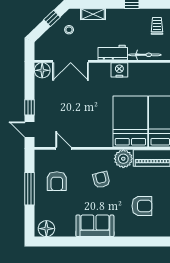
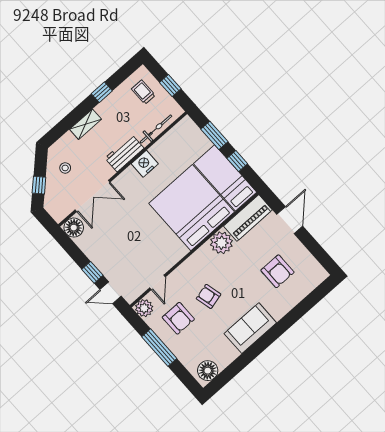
shelving: (93, 14) -> (85, 124), moved
window: (52, 18) -> (39, 185), moved
bed: (130, 121) -> (192, 208), width x1.36
door: (63, 148) -> (158, 282), swing flipped
plant: (42, 157) -> (144, 308), added
armchair: (101, 180) -> (209, 296), moved
armchair: (142, 206) -> (277, 271), turned 90

